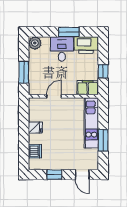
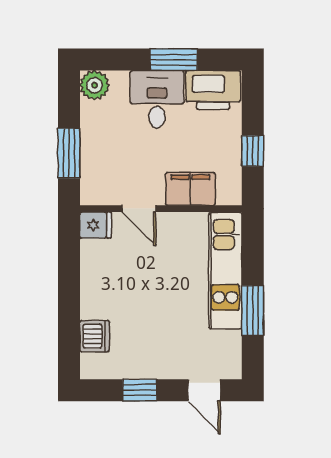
filing cabinet: (88, 88) -> (190, 189), moved
door: (54, 96) -> (139, 209), swing flipped
fridge: (35, 128) -> (96, 225), moved

